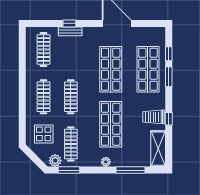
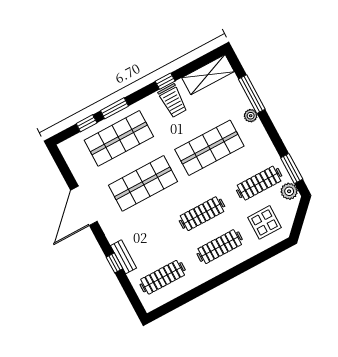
plant: (106, 162) -> (251, 116), moved

